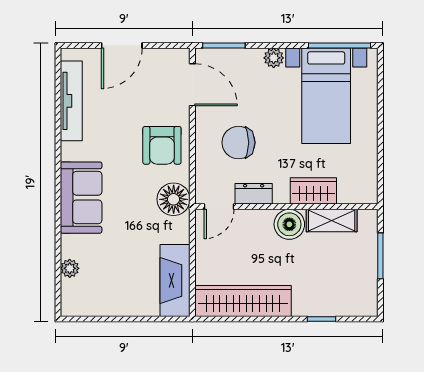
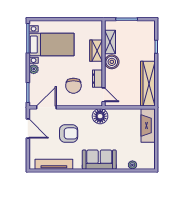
door: (122, 45) -> (28, 128), moved
armchair: (162, 145) -> (69, 133), moved
fireplace: (175, 280) -> (148, 125), moved, turned 90

